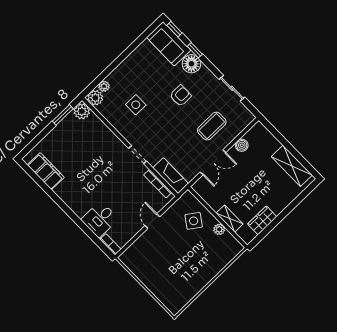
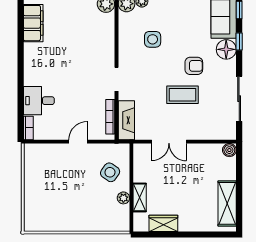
sliding door: (232, 88) -> (239, 99), width x1.37
coffee table: (212, 126) -> (183, 95), moved
boiler: (242, 145) -> (229, 150), moved

